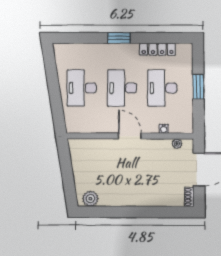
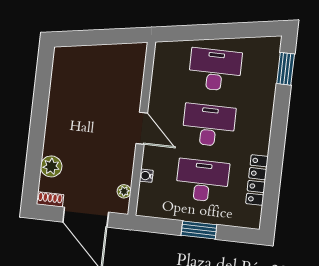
window: (119, 38) -> (286, 69), moved
door: (130, 136) -> (142, 128), hinge flipped
plant: (90, 199) -> (51, 166), moved

